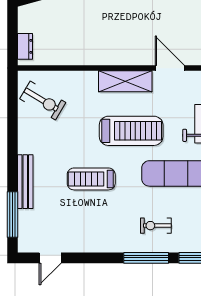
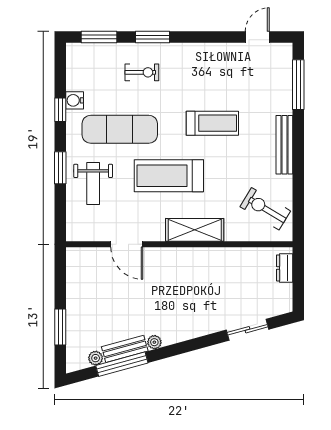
shelving: (125, 81) -> (195, 230), moved
bench: (25, 182) -> (284, 145), moved
window: (146, 258) -> (153, 37), width x0.69

